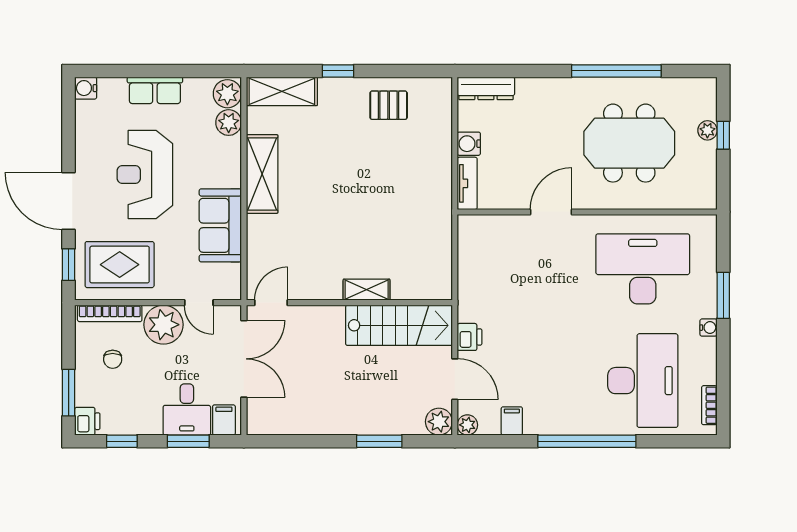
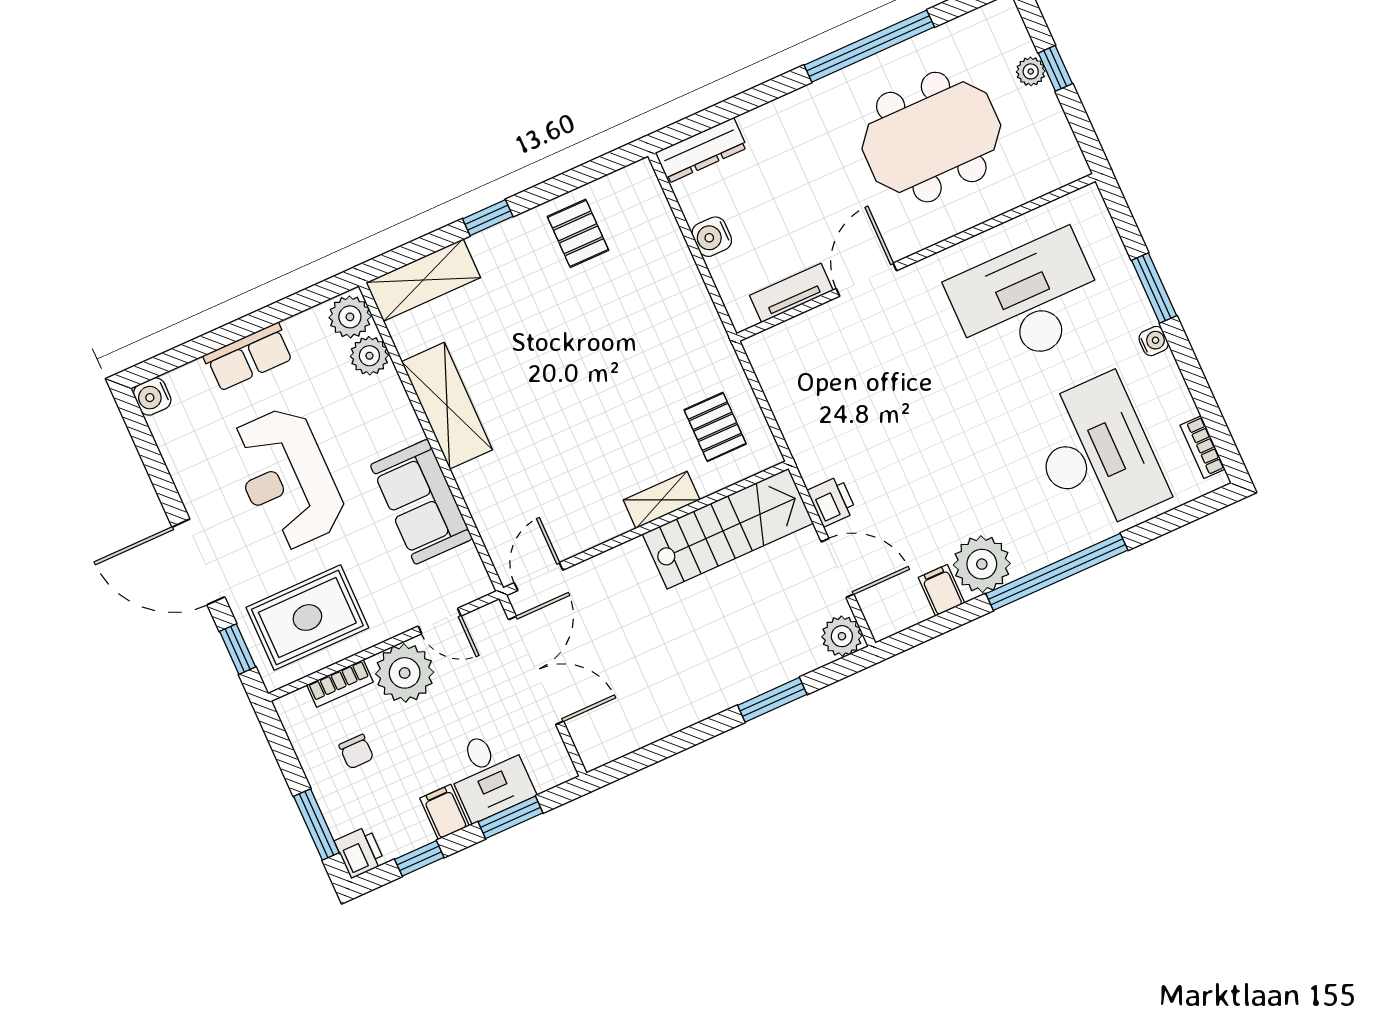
pallet: (389, 105) -> (578, 233), turned 90
tv unit: (467, 183) -> (791, 293), moved, turned -90
pallet: (419, 260) -> (715, 427), added
bookcase: (110, 313) -> (340, 683), width x0.64
filing cabinet: (224, 420) -> (445, 812), moved
plant: (467, 425) -> (982, 564), moved, width x1.88, depth x1.88

